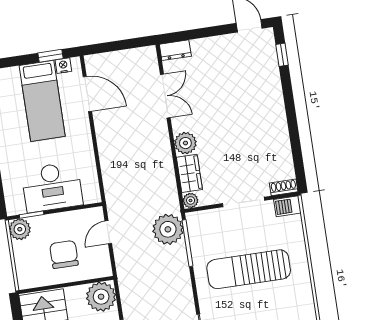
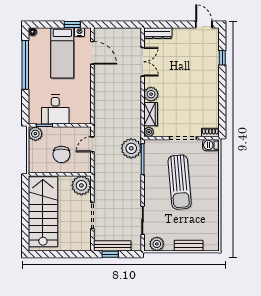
dresser: (175, 50) -> (158, 33), width x1.44
window: (282, 55) -> (222, 58), moved
desk: (52, 187) -> (55, 110), width x0.73
chair: (64, 254) -> (61, 154), turned 180
sun lounger: (249, 269) -> (180, 182), turned -95

